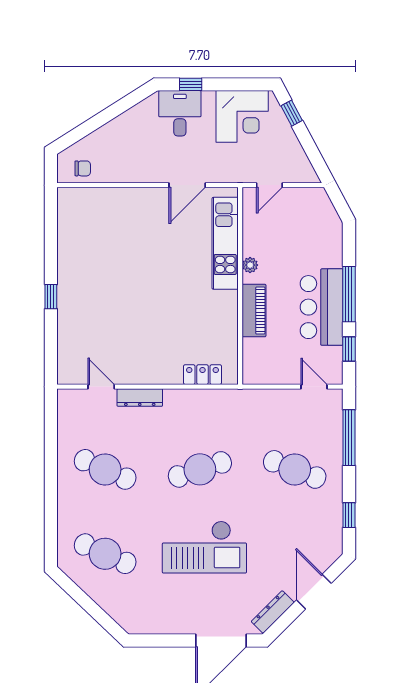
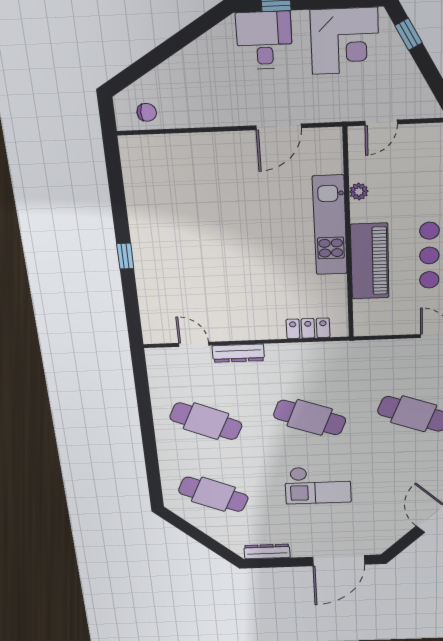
kitchen unit: (225, 243) -> (330, 225), moved
plant: (250, 265) -> (359, 192), moved
piano: (254, 311) -> (370, 261), width x1.37, depth x1.33
cafe table: (200, 469) -> (310, 418), turned 39
checkout: (204, 547) -> (318, 485), width x0.73, depth x0.83
dresser: (273, 612) -> (267, 551), moved, turned 45

